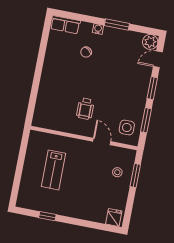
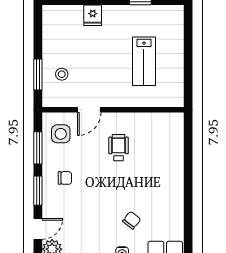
chair: (130, 94) -> (65, 178), added
door: (102, 141) -> (89, 110), hinge flipped
lab bench: (54, 170) -> (144, 61), turned 180
fridge: (114, 218) -> (93, 15), moved

